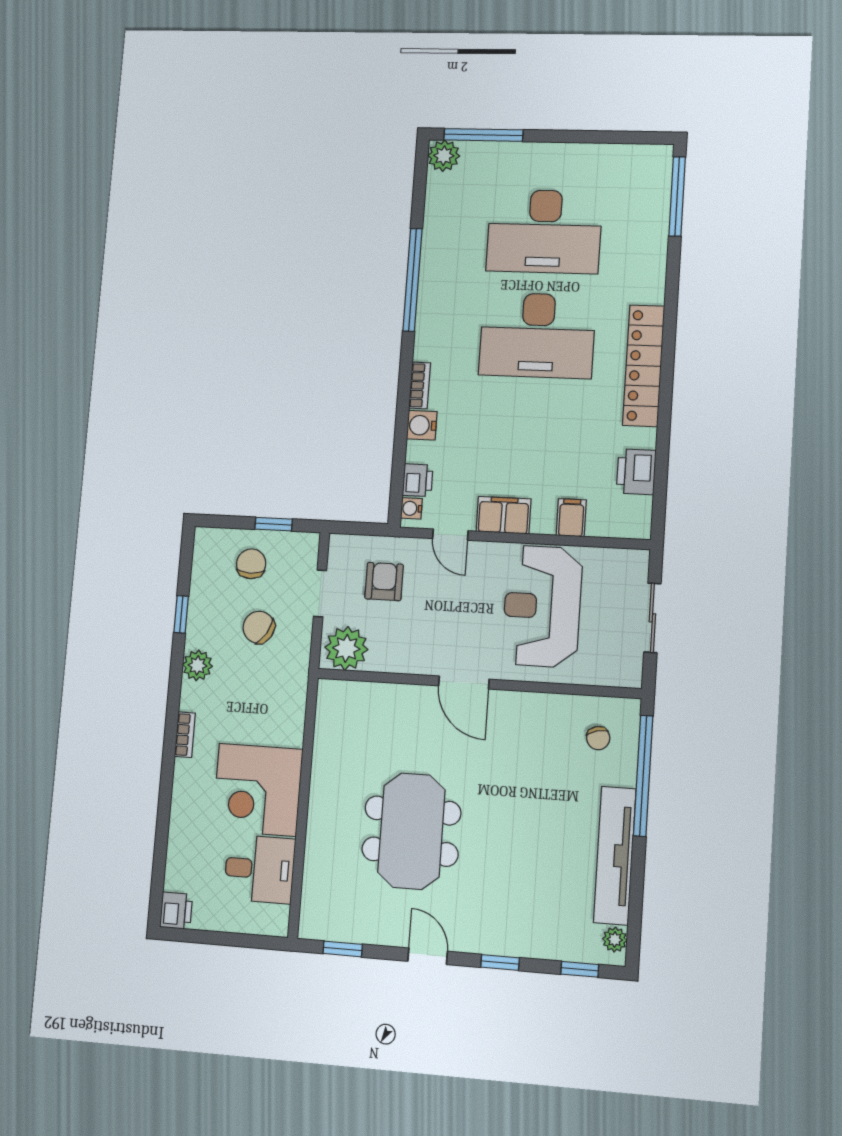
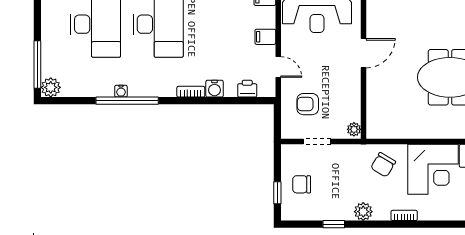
water cooler: (411, 508) -> (121, 91), moved
filing cabinet: (504, 515) -> (265, 37), width x0.50
window: (274, 524) -> (277, 193), moved
door: (450, 535) -> (278, 67), hinge flipped
chair: (259, 627) -> (383, 165), moved
plant: (346, 648) -> (354, 129), width x0.53, depth x0.53

